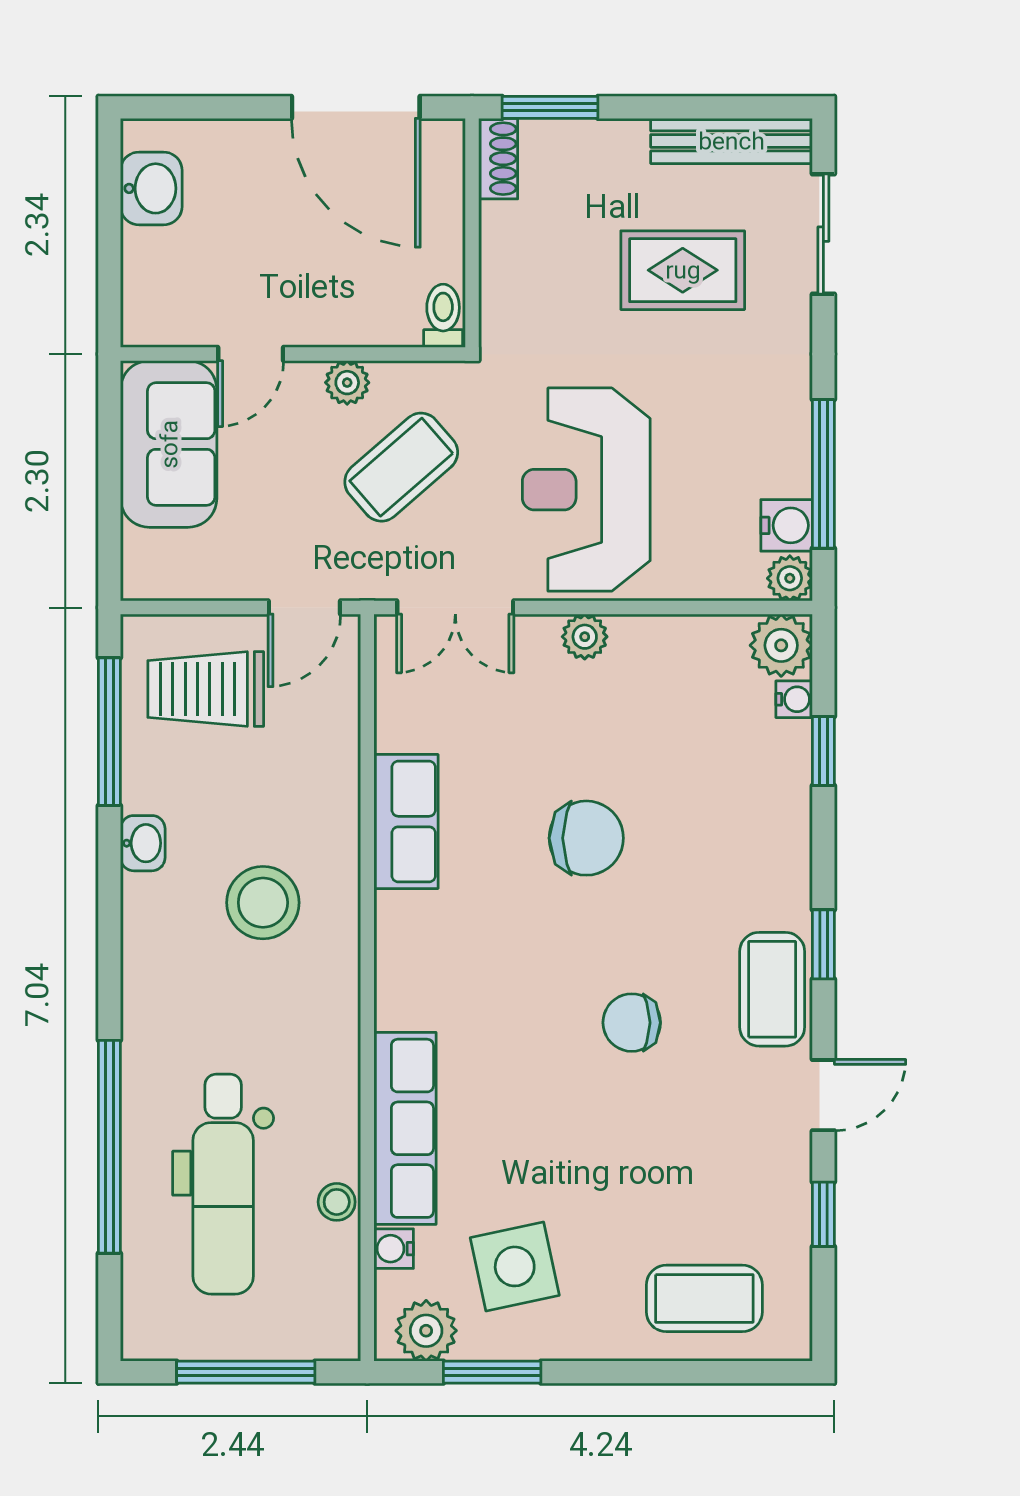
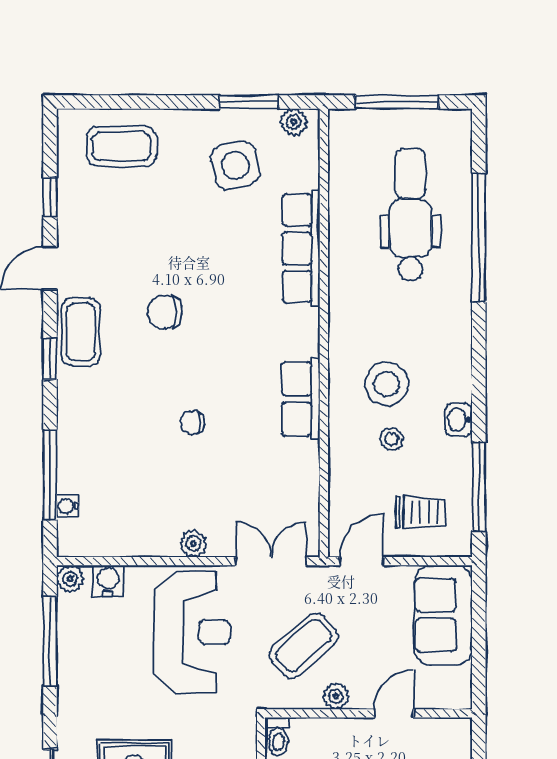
sofa: (169, 444) -> (443, 615), moved
water cooler: (787, 525) -> (108, 581), moved, turned 90
plant: (781, 645) -> (75, 538), removed
trolley: (206, 689) -> (421, 512), width x0.73, depth x0.72
window: (823, 751) -> (50, 475), width x2.17
row of seats: (406, 822) -> (301, 399), moved
chair: (586, 838) -> (192, 423), width x0.54, depth x0.54
chair: (632, 1023) -> (165, 312), turned 180
stool: (337, 1202) -> (392, 439), moved
water cooler: (394, 1249) -> (308, 176), removed
plant: (426, 1331) -> (294, 122), width x0.73, depth x0.73

